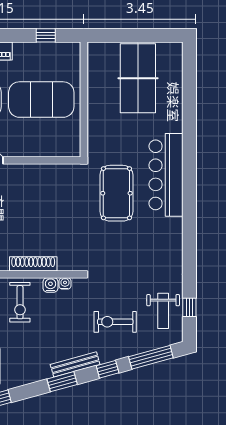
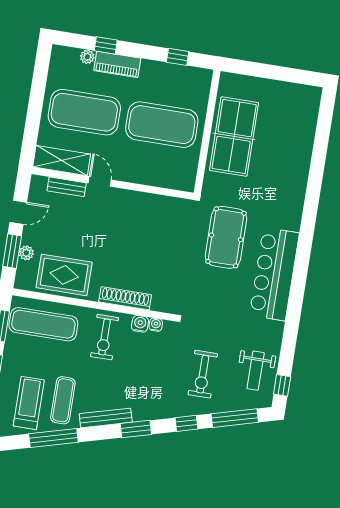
table tennis table: (138, 78) -> (234, 137), moved
bar counter: (166, 175) -> (274, 274), moved
window: (189, 307) -> (282, 385), moved
exercise bike: (115, 322) -> (203, 374), turned -90
bench: (75, 364) -> (106, 418), moved

